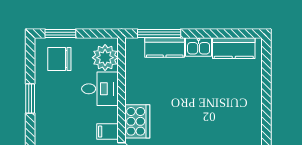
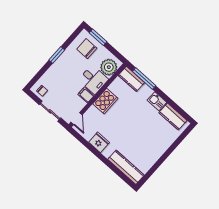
kitchen counter: (165, 47) -> (131, 79), moved
cooker: (137, 121) -> (105, 101), moved
filing cabinet: (108, 132) -> (86, 95), moved

